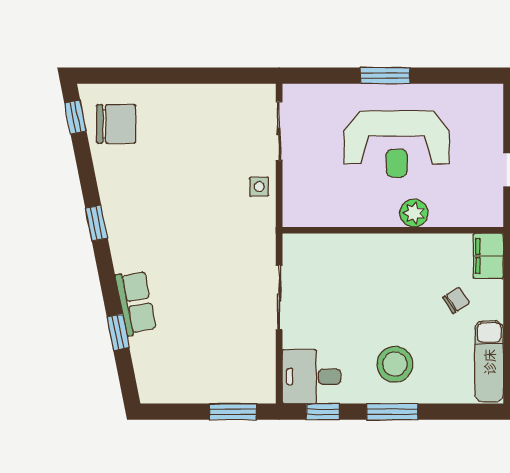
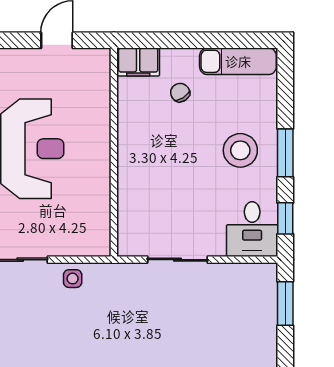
plant: (414, 213) -> (98, 132), removed

